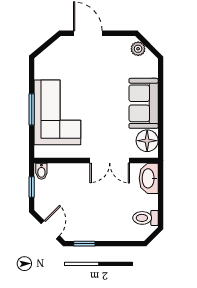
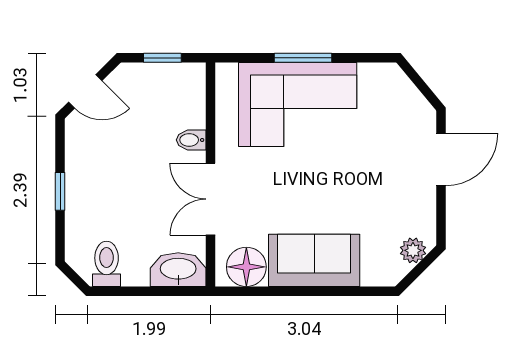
bidet: (41, 171) -> (191, 140), moved
window: (84, 244) -> (60, 191), moved

